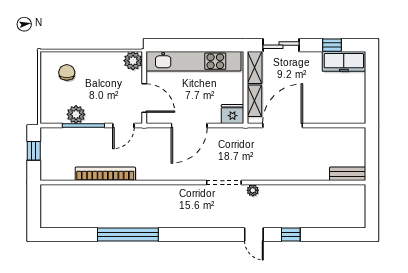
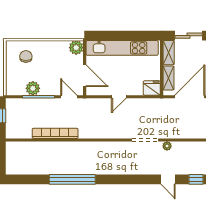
door: (123, 126) -> (69, 97), swing flipped
door: (189, 126) -> (119, 97), width x0.53

